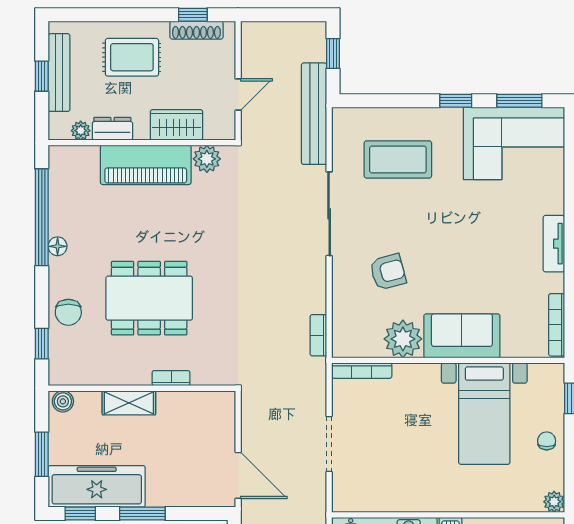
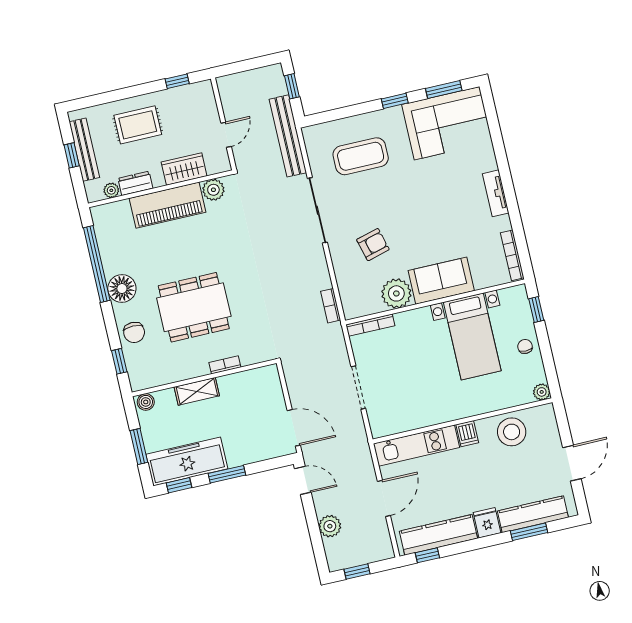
shoe rack: (196, 30) -> (183, 92), removed
floor lamp: (58, 246) -> (122, 288), width x1.89, depth x1.89

